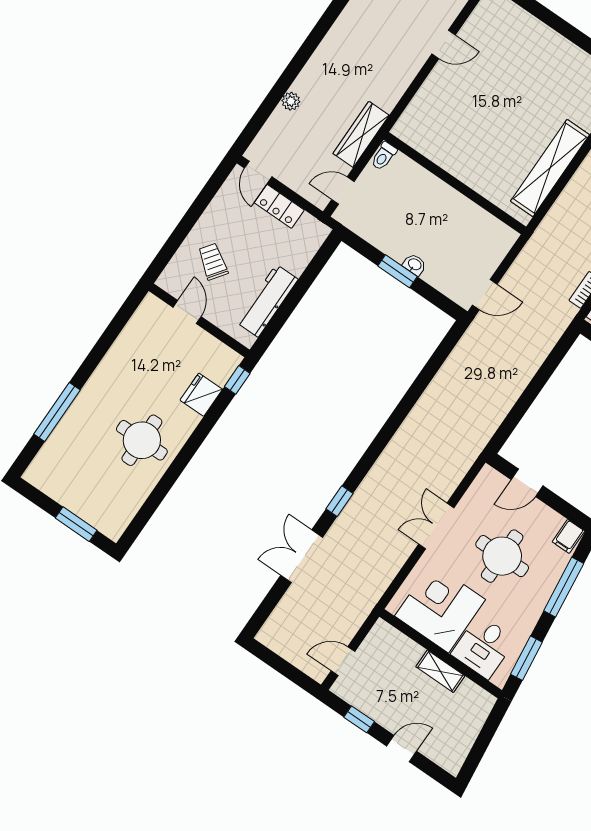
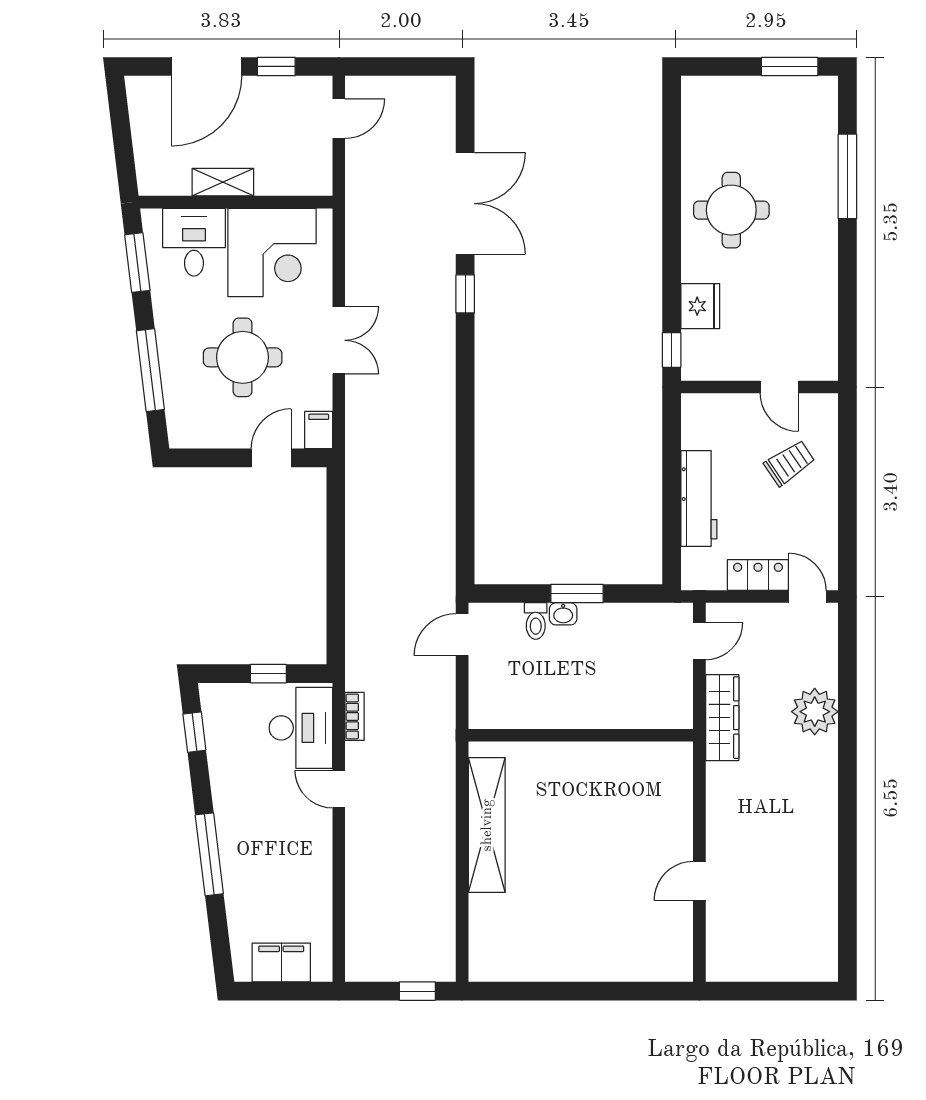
plant: (291, 101) -> (815, 712), width x1.87, depth x1.87
toilet: (384, 156) -> (536, 621), moved, turned 180
trolley: (213, 262) -> (789, 463), turned -70
workbench: (267, 301) -> (699, 499), moved
window: (76, 524) -> (790, 66), moved
filing cabinet: (568, 536) -> (319, 430), moved
double door: (302, 556) -> (465, 204), width x1.37
door: (402, 749) -> (207, 66), width x1.87

